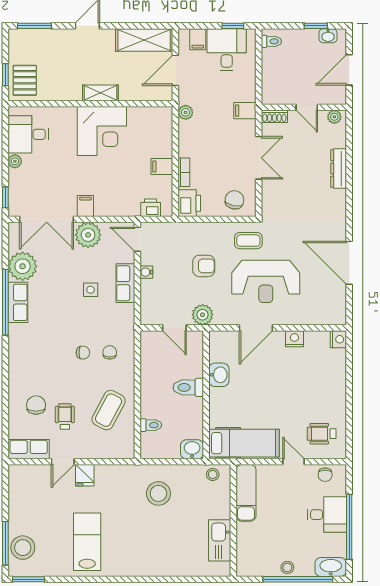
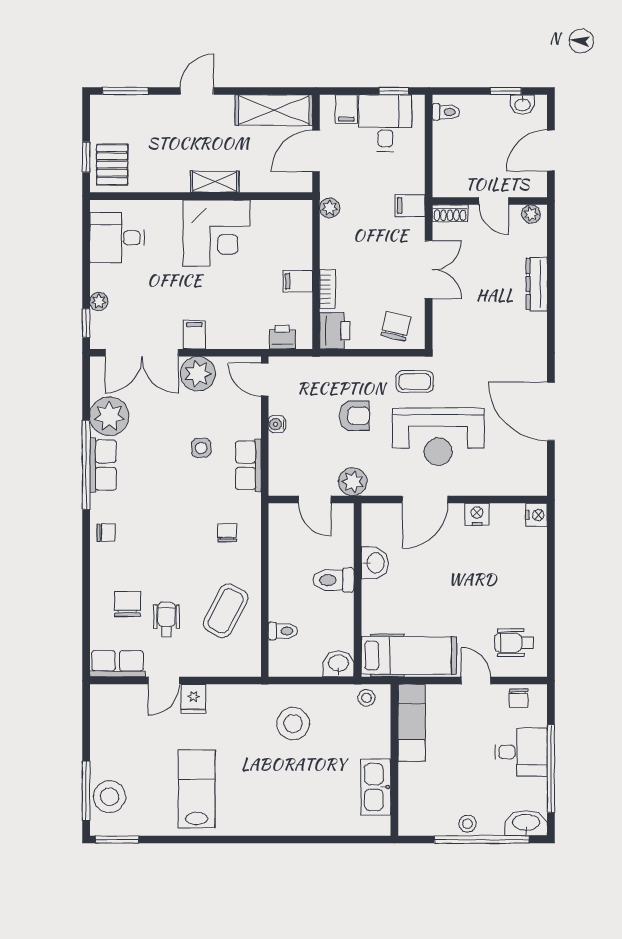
plant: (15, 161) -> (99, 301), moved
row of seats: (125, 283) -> (248, 465), moved
chair: (83, 353) -> (106, 533), moved

